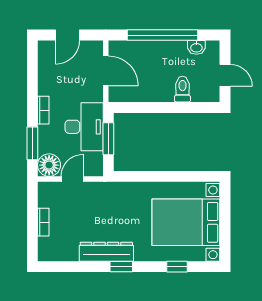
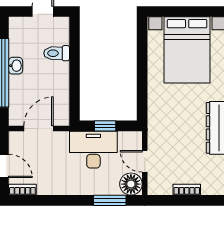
washbasin: (196, 47) -> (16, 66), moved
bookcase: (43, 110) -> (22, 190), moved
window: (108, 139) -> (105, 126), width x0.67

